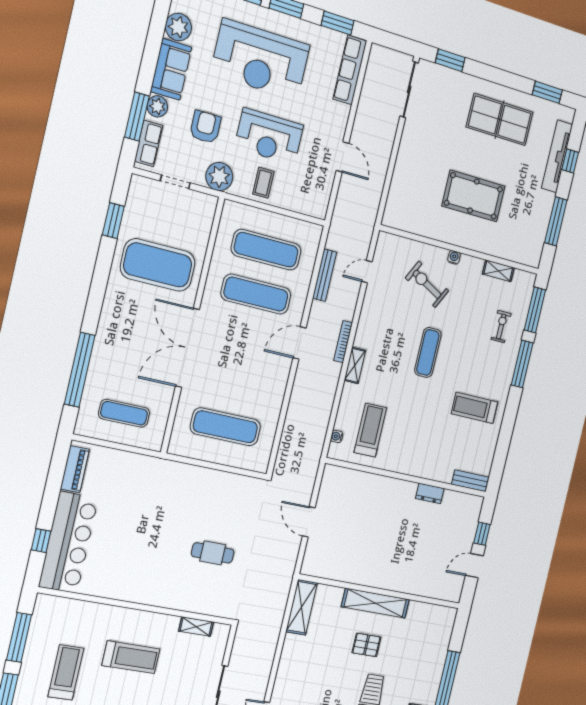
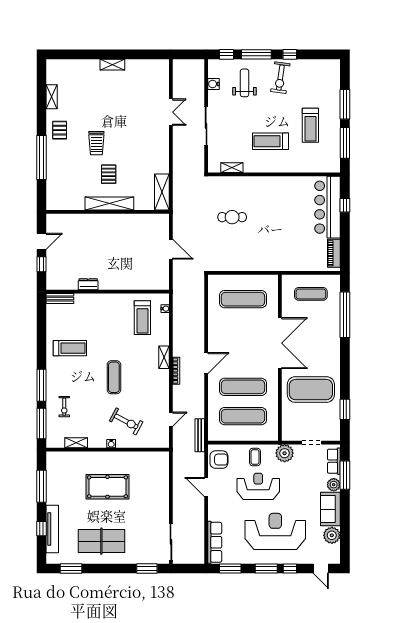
armchair: (205, 127) -> (219, 460), moved, turned -90
bench: (324, 275) -> (200, 435), moved
pallet: (366, 645) -> (109, 174), turned 90

